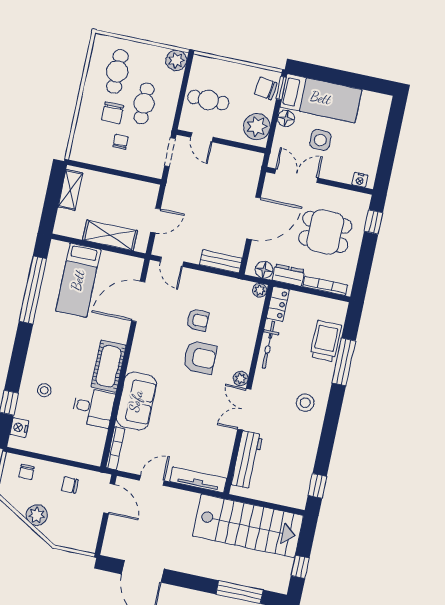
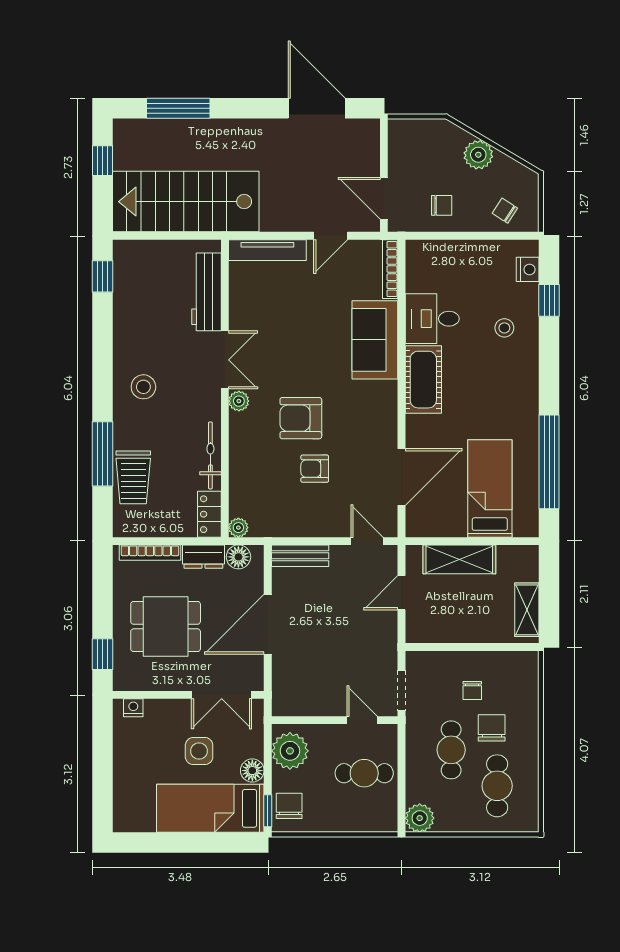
chair: (266, 88) -> (289, 806), turned -98
chair: (26, 472) -> (505, 211), turned -57

